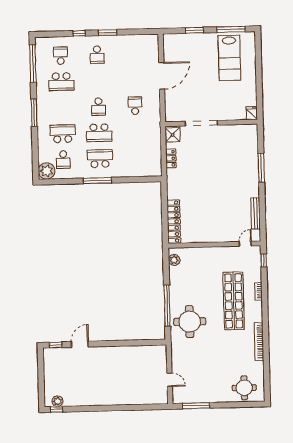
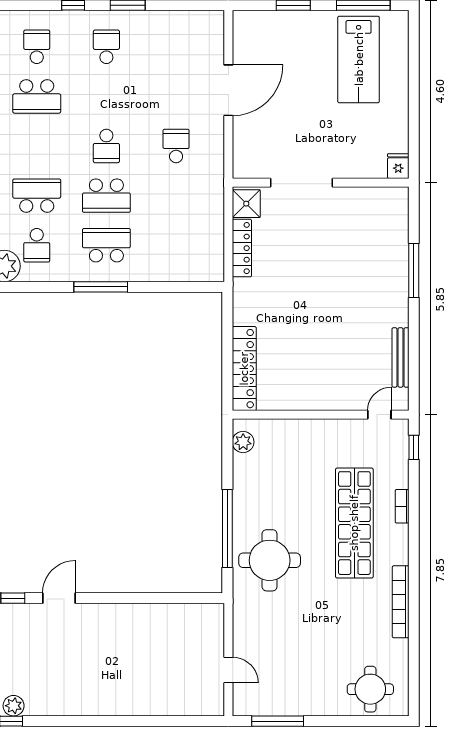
school desk: (97, 55) -> (106, 47), turned 180
locker: (171, 158) -> (242, 248), width x1.53

